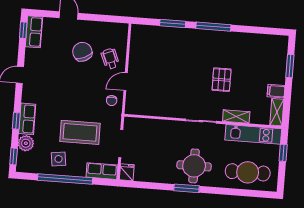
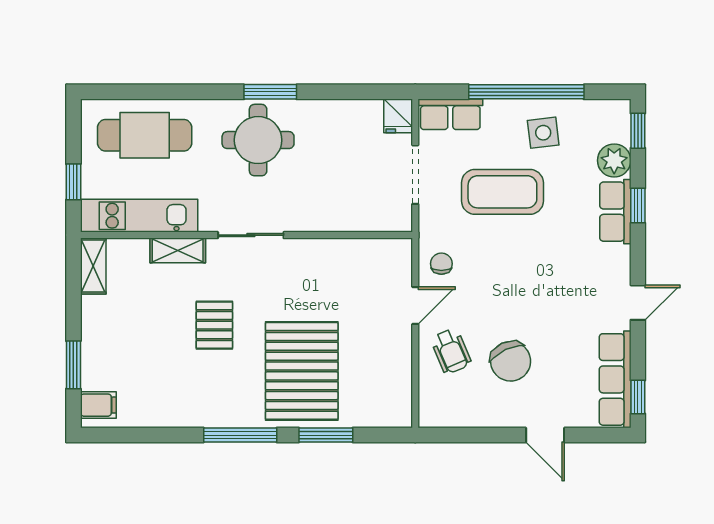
row of seats: (34, 32) -> (615, 379), width x1.48
pallet: (182, 55) -> (302, 371), added
filing cabinet: (276, 91) -> (98, 405), moved

